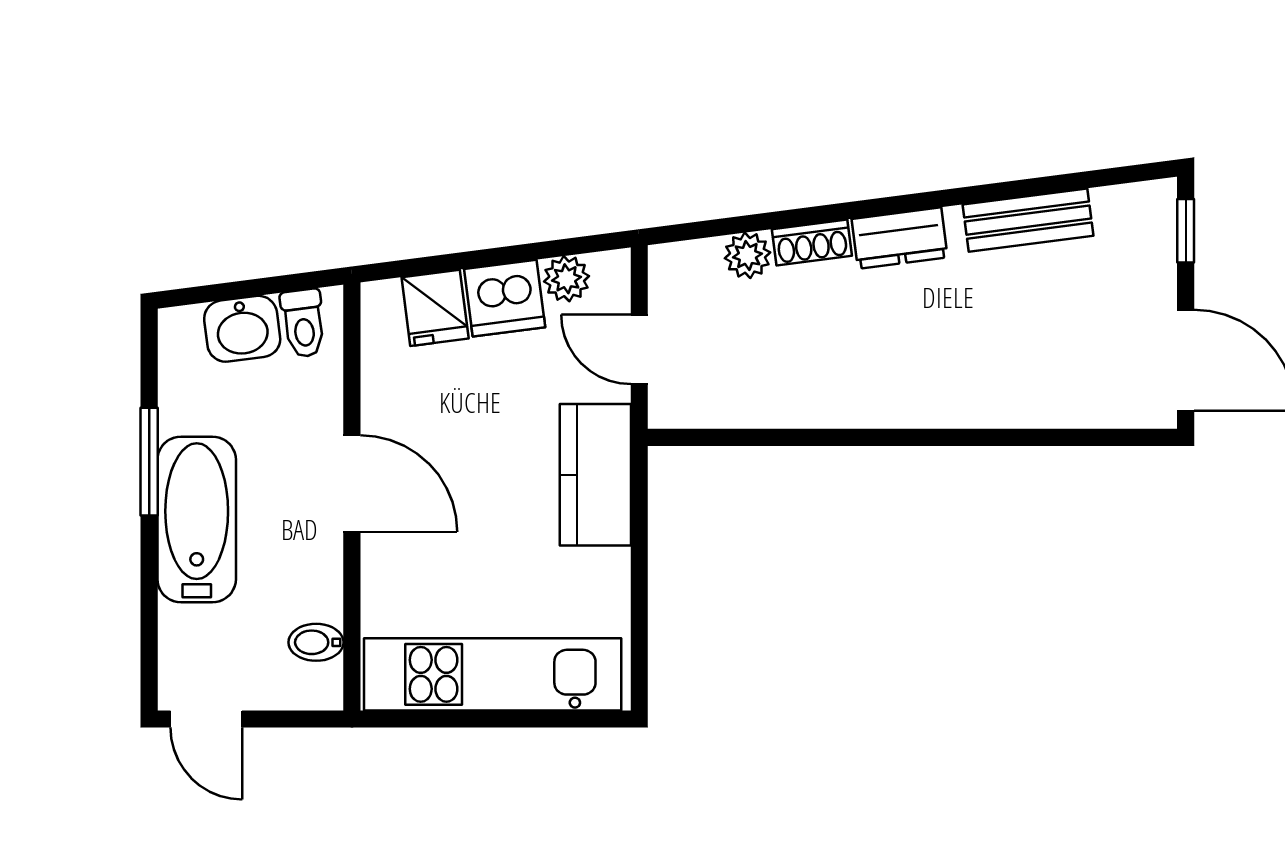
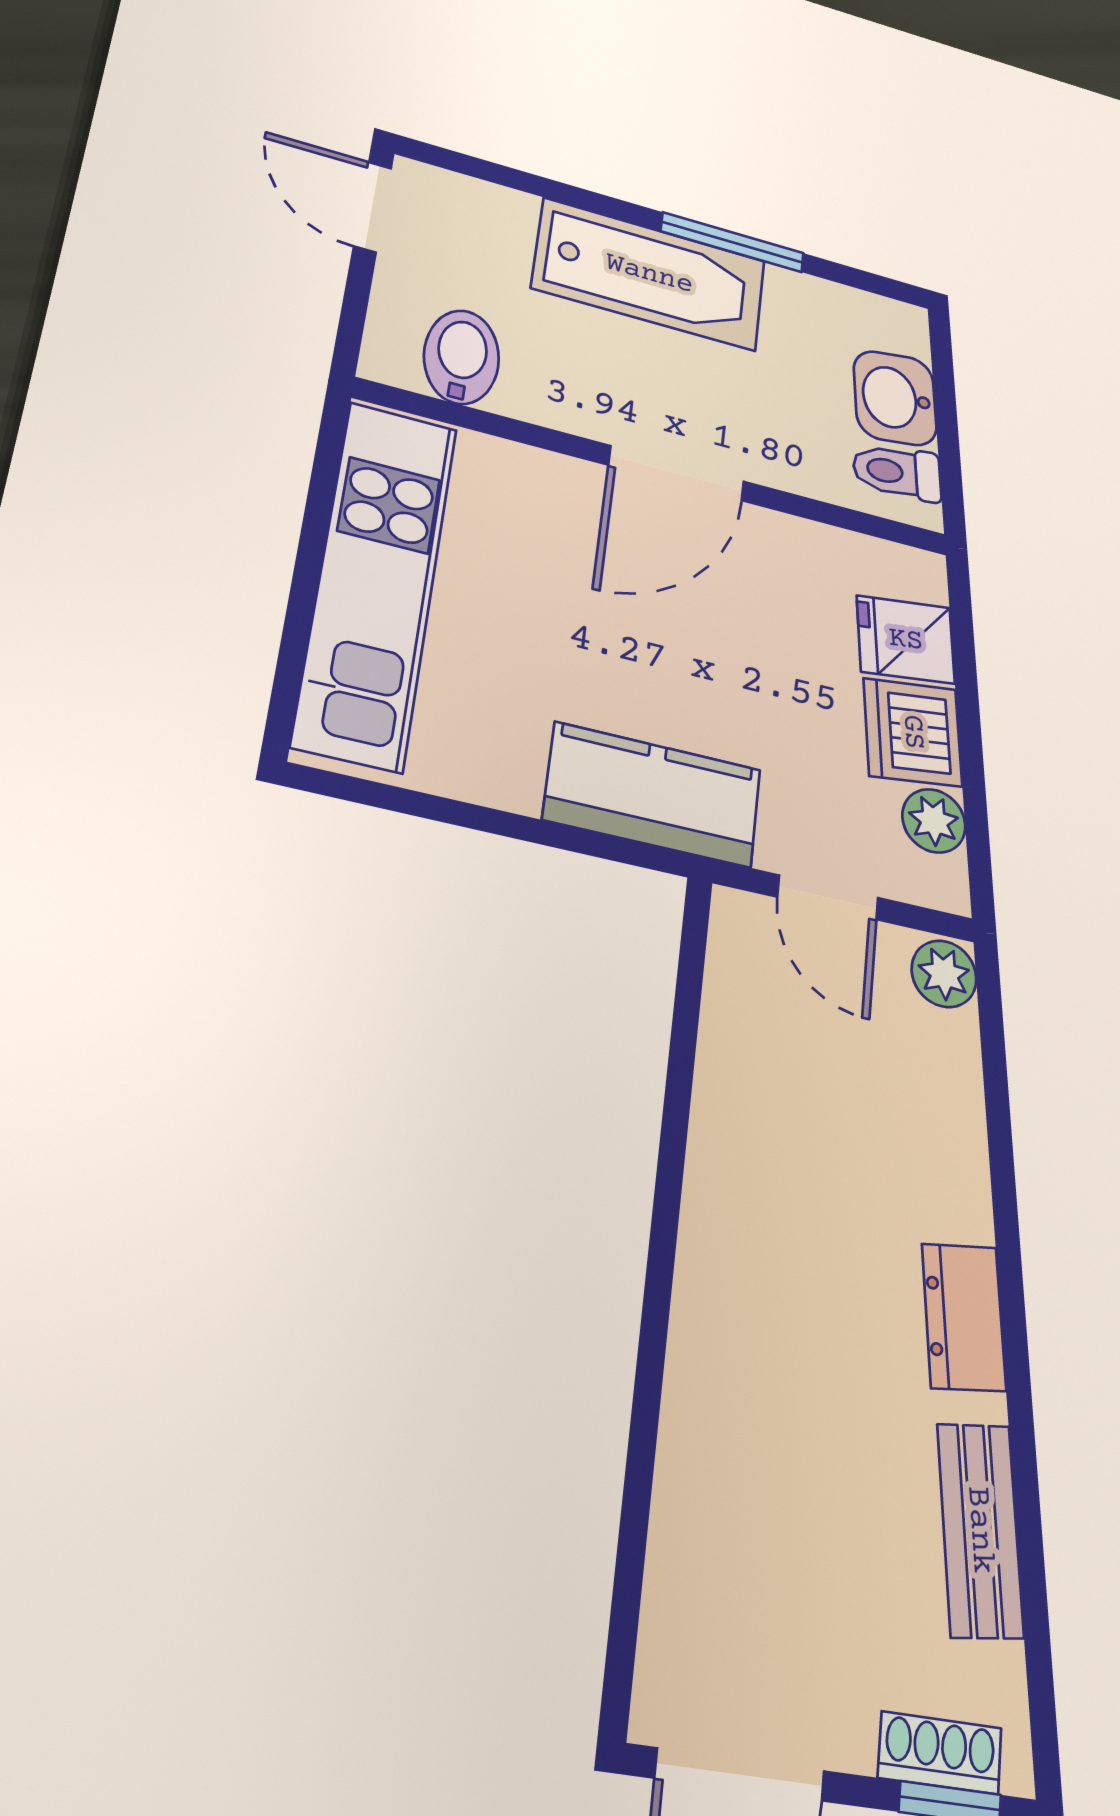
shoe rack: (812, 243) -> (940, 1753), moved, turned 97
plant: (747, 255) -> (944, 974), moved
door: (639, 349) -> (828, 897), swing flipped
bidet: (316, 642) -> (461, 357), width x1.38, depth x1.36
door: (206, 719) -> (373, 207), hinge flipped

